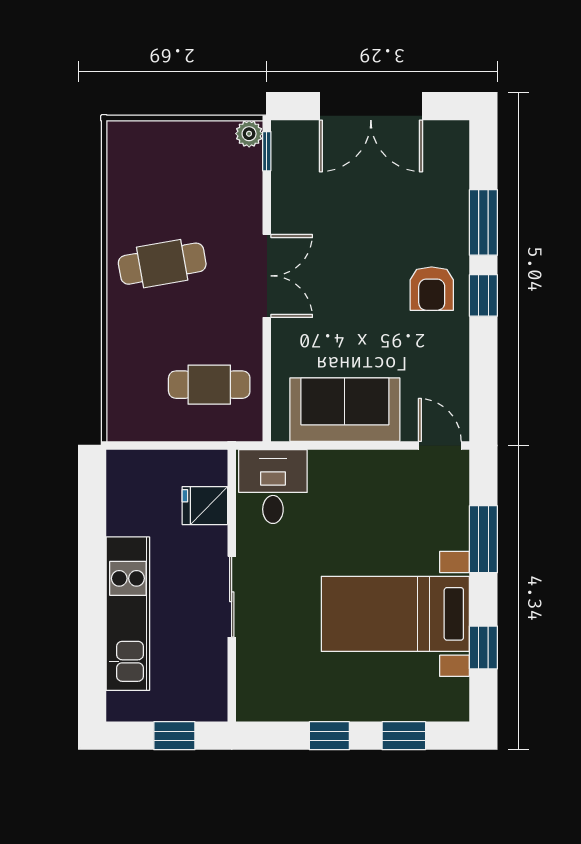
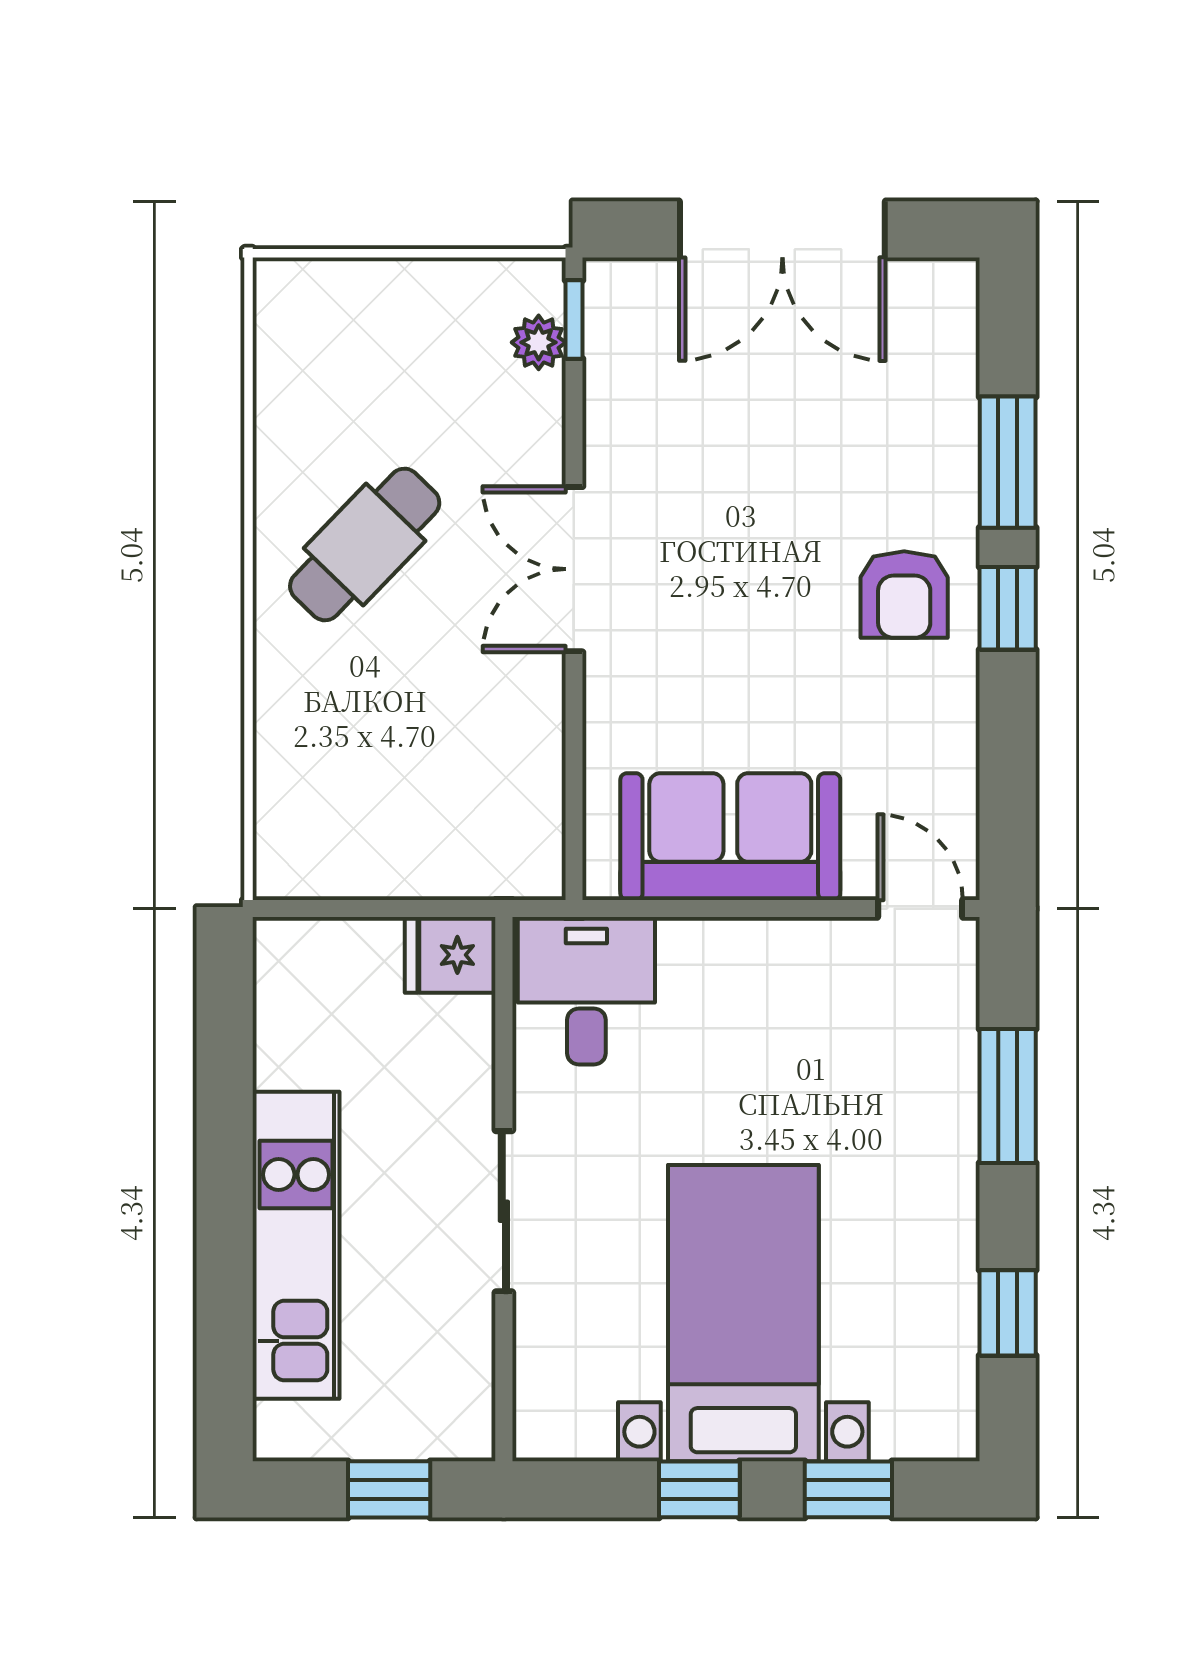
plant: (249, 134) -> (539, 342), moved
cafe table: (162, 264) -> (365, 544), turned -36
double door: (267, 276) -> (574, 569), swing flipped
cafe table: (209, 385) -> (459, 787), removed
fridge: (205, 506) -> (450, 955), moved
bed with nightstands: (395, 614) -> (743, 1313), moved, turned 90

